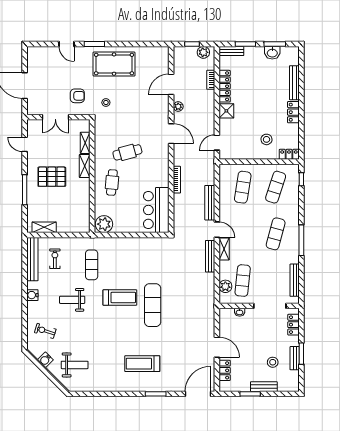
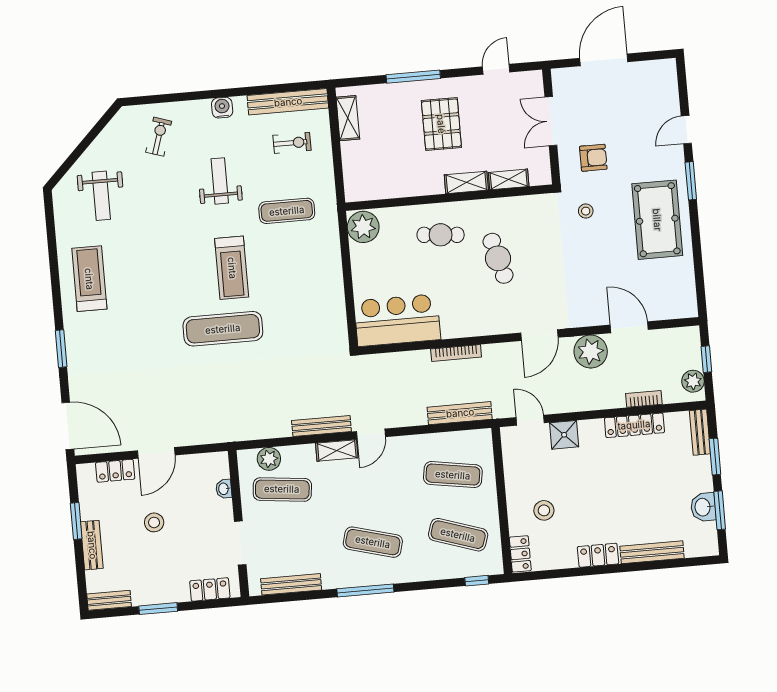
armchair: (77, 96) -> (593, 158), turned -90
plant: (178, 107) -> (591, 352), width x1.87, depth x1.87
shower: (226, 111) -> (564, 435), moved
bench: (210, 203) -> (460, 413), moved
doorway: (270, 306) -> (240, 543), width x0.73
bench: (295, 358) -> (109, 600), moved
water cooler: (45, 360) -> (106, 142), removed
stool: (273, 362) -> (154, 522), moved
treadmill: (142, 364) -> (89, 279), moved

